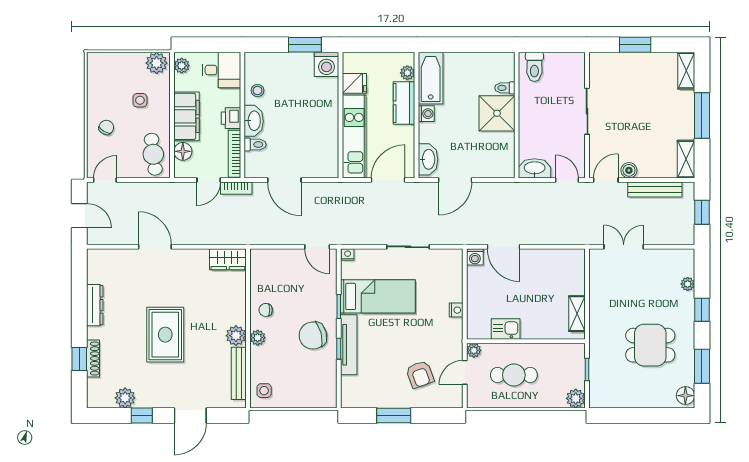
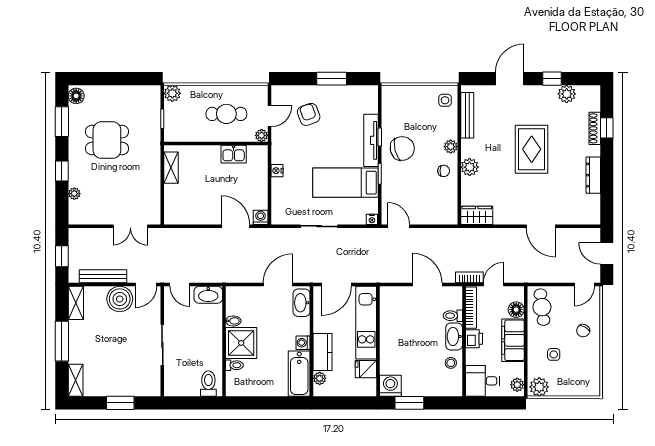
bidet: (506, 138) -> (233, 321), added
boiler: (629, 170) -> (120, 299), width x1.86, depth x1.86
plant: (236, 336) -> (470, 167), moved

